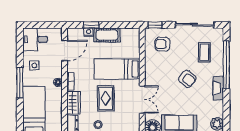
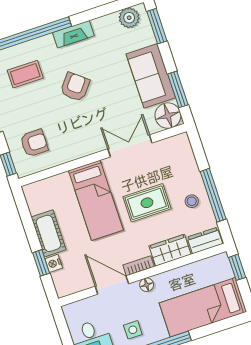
armchair: (162, 44) -> (34, 143), turned -90
door: (65, 51) -> (112, 285), moved

